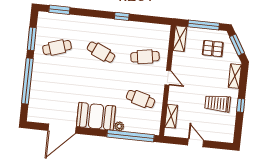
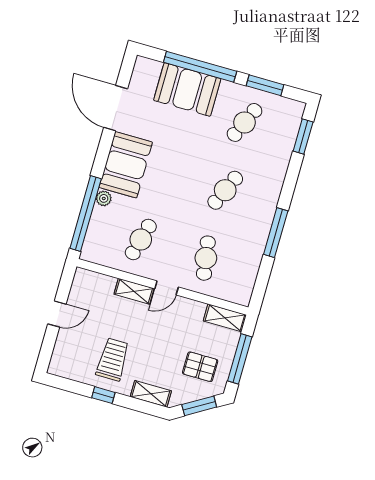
window: (122, 16) -> (276, 233), width x2.17
cafe table: (57, 47) -> (245, 122), turned 42
pallet: (213, 49) -> (200, 367), turned 90
booth: (43, 86) -> (187, 90), added
shelving: (171, 116) -> (134, 291), moved

